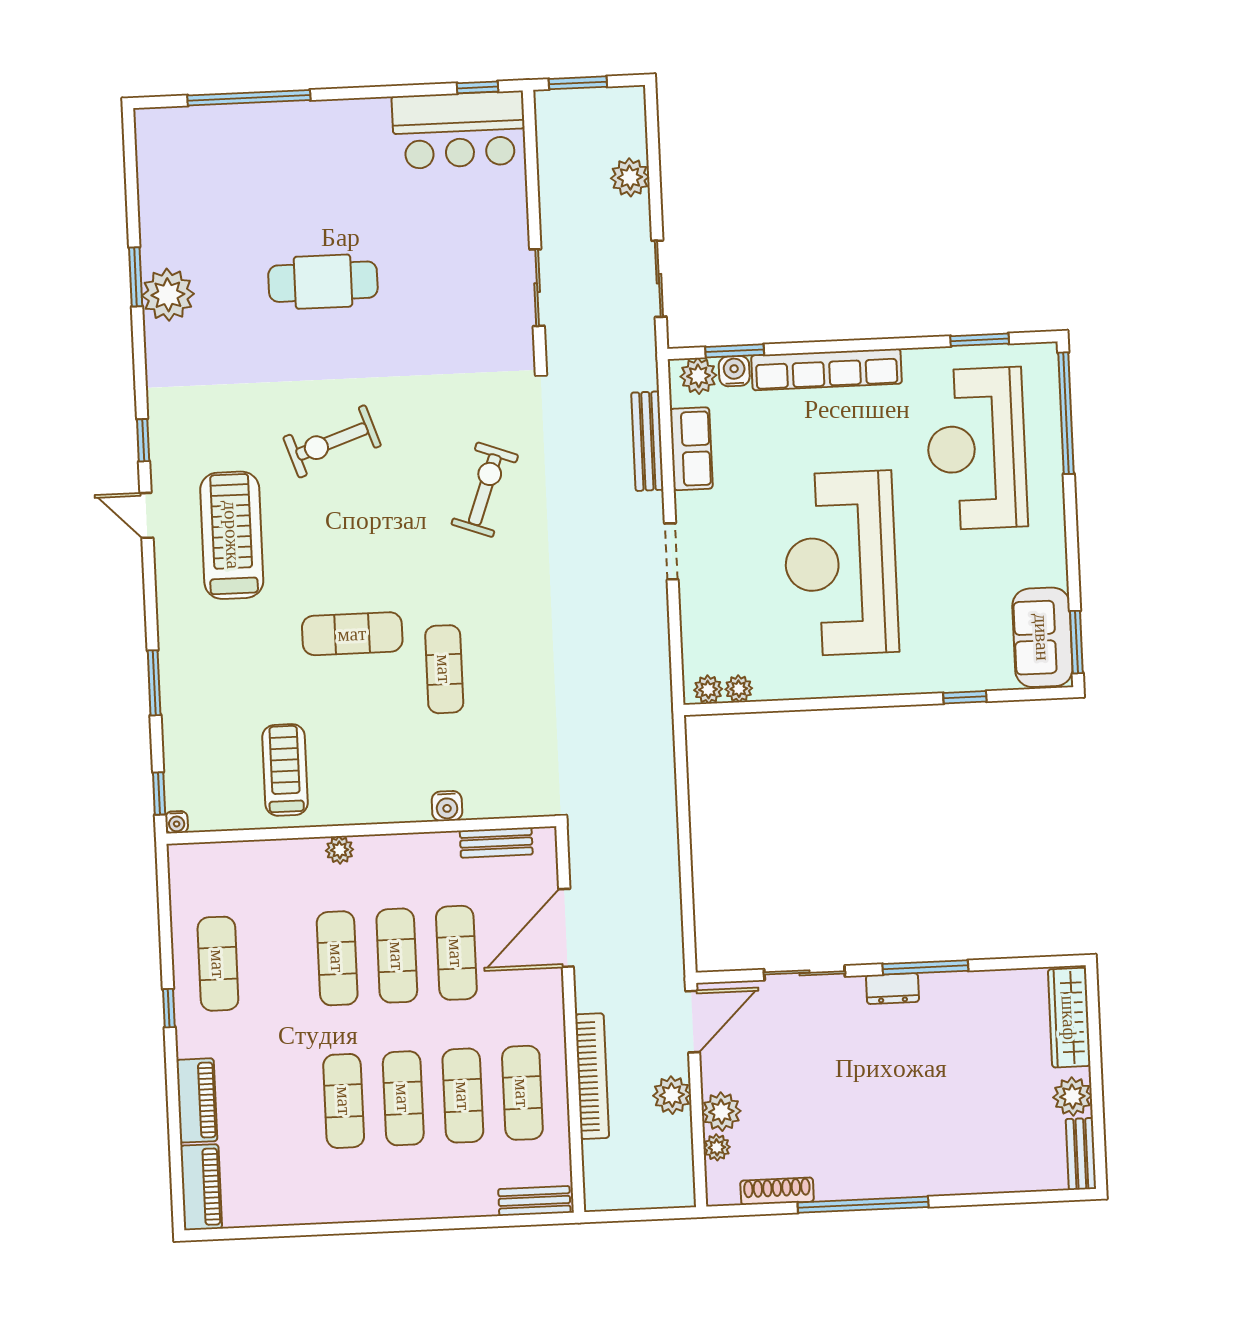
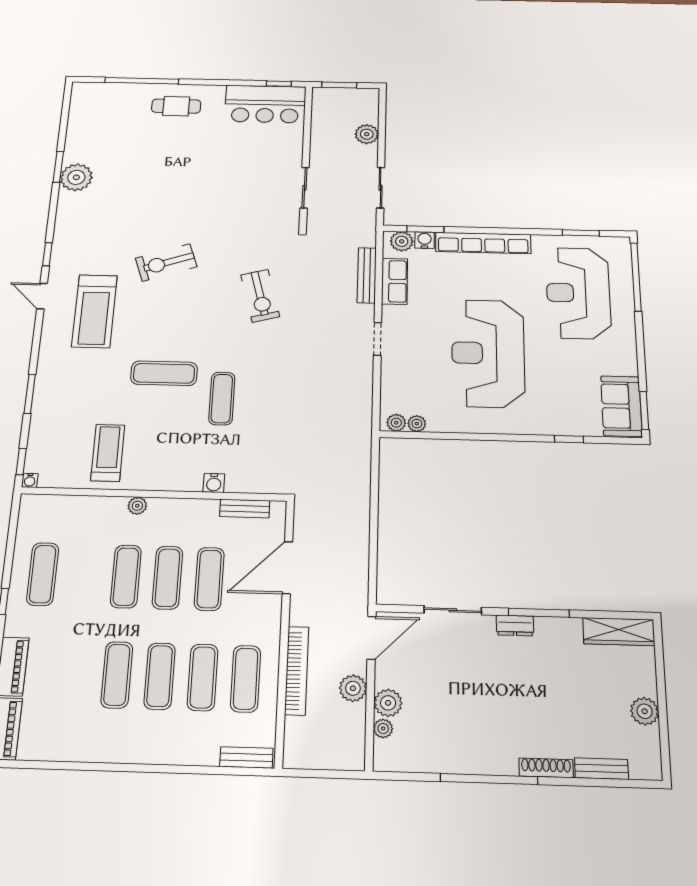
cafe table: (323, 282) -> (176, 106), moved, width x0.73, depth x0.74
exercise bike: (485, 490) -> (260, 296), turned 145
treadmill: (232, 535) -> (95, 311), turned 180
wardrobe: (1069, 1018) -> (619, 632), moved, turned -90
bench: (1081, 1154) -> (601, 769), moved, turned 90
shoe rack: (777, 1191) -> (546, 768), moved

